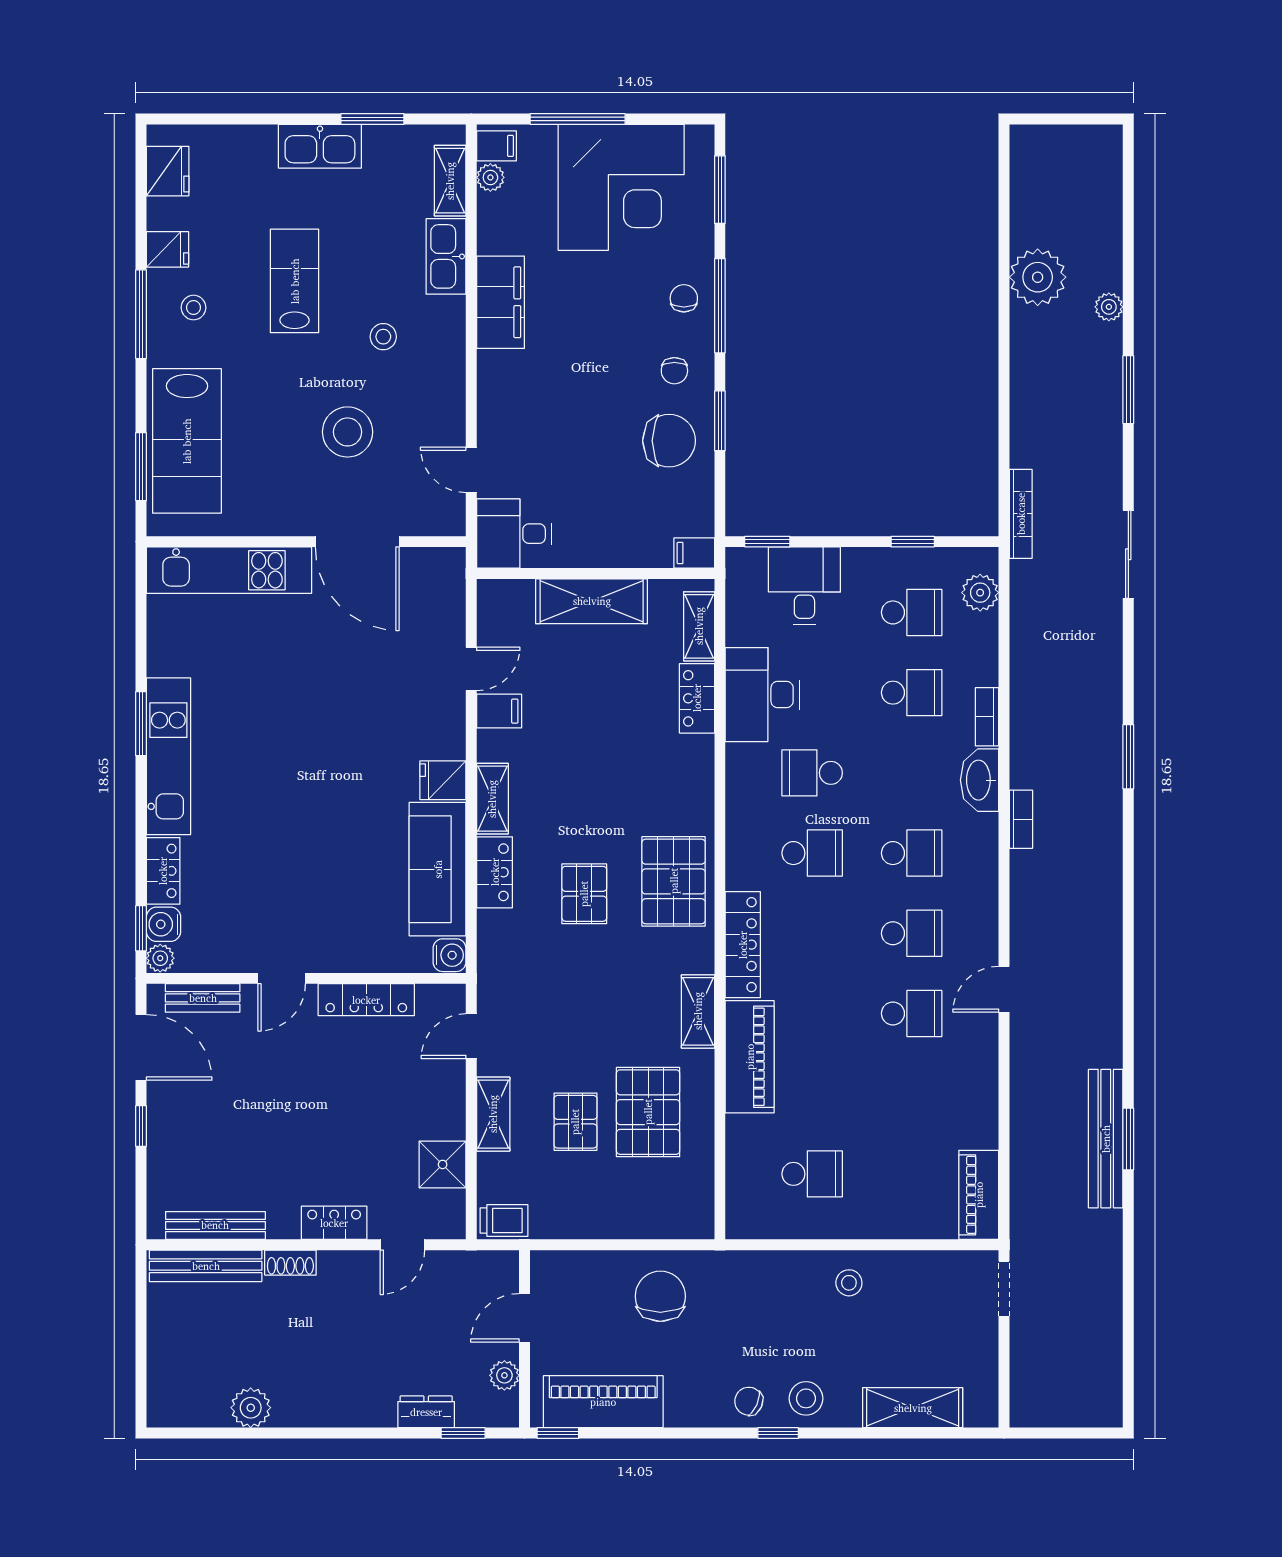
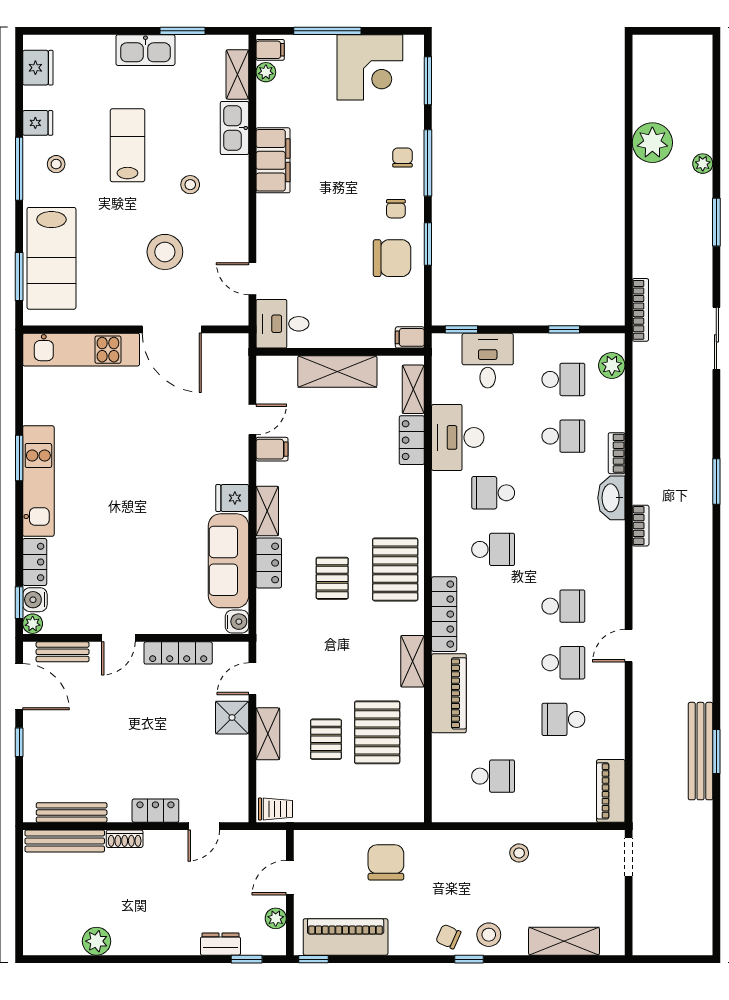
corner desk: (621, 187) -> (370, 67), width x0.74, depth x0.74
school desk: (912, 853) -> (563, 719), moved, turned 180
shower: (443, 1164) -> (232, 718), moved

